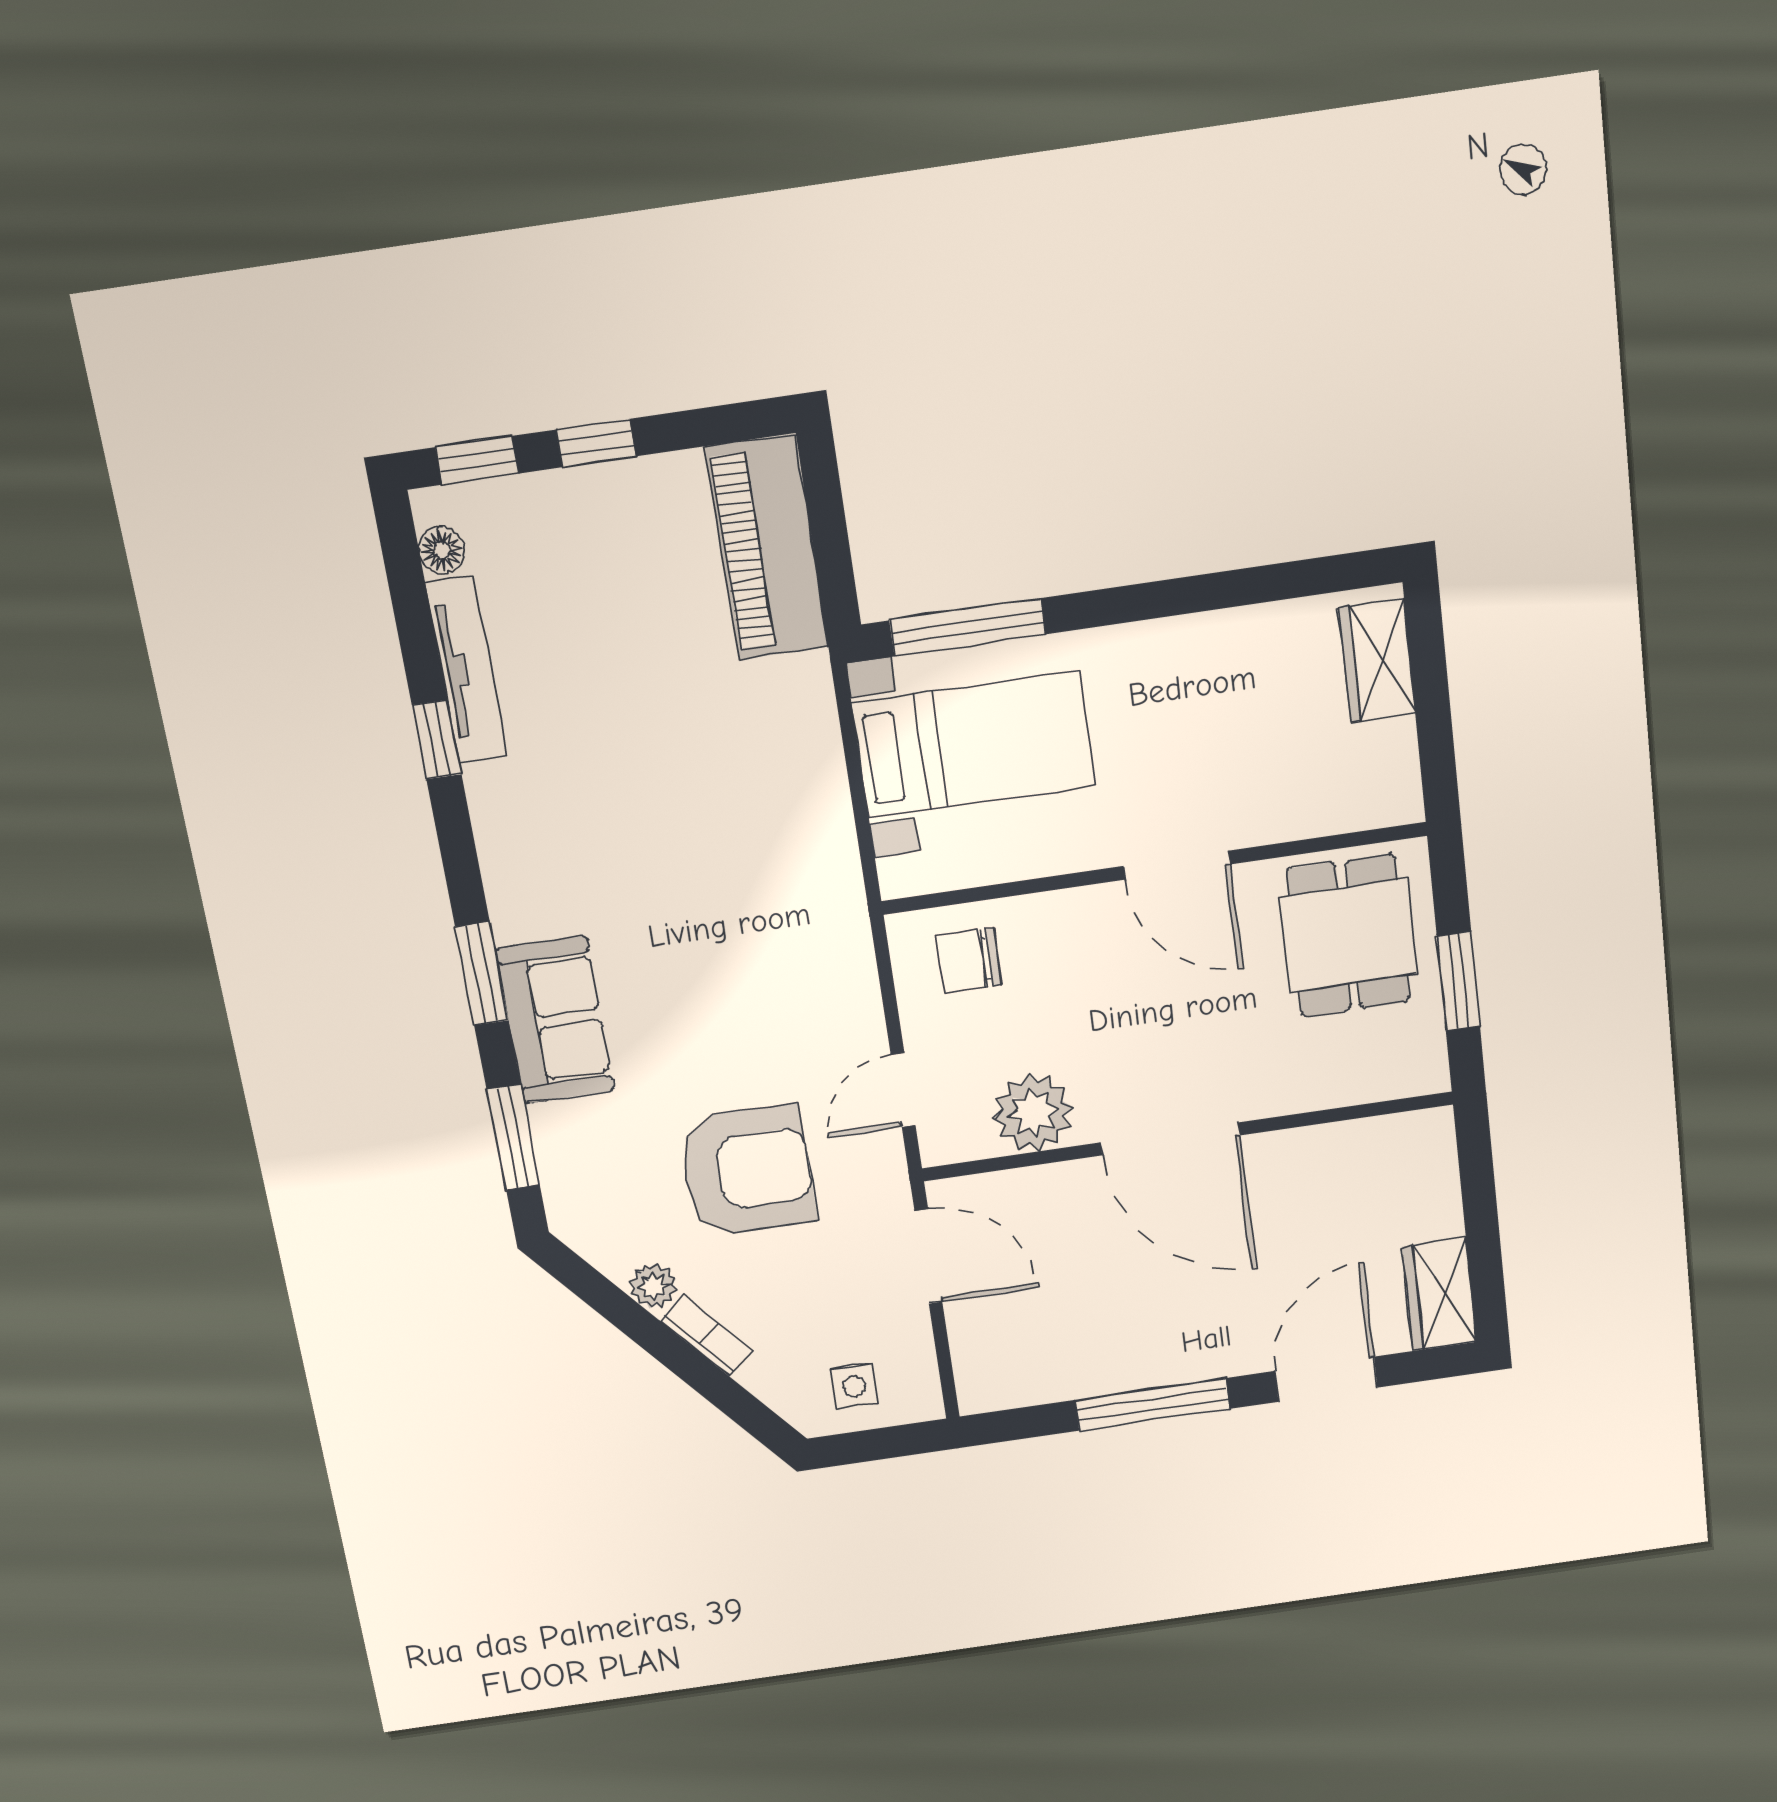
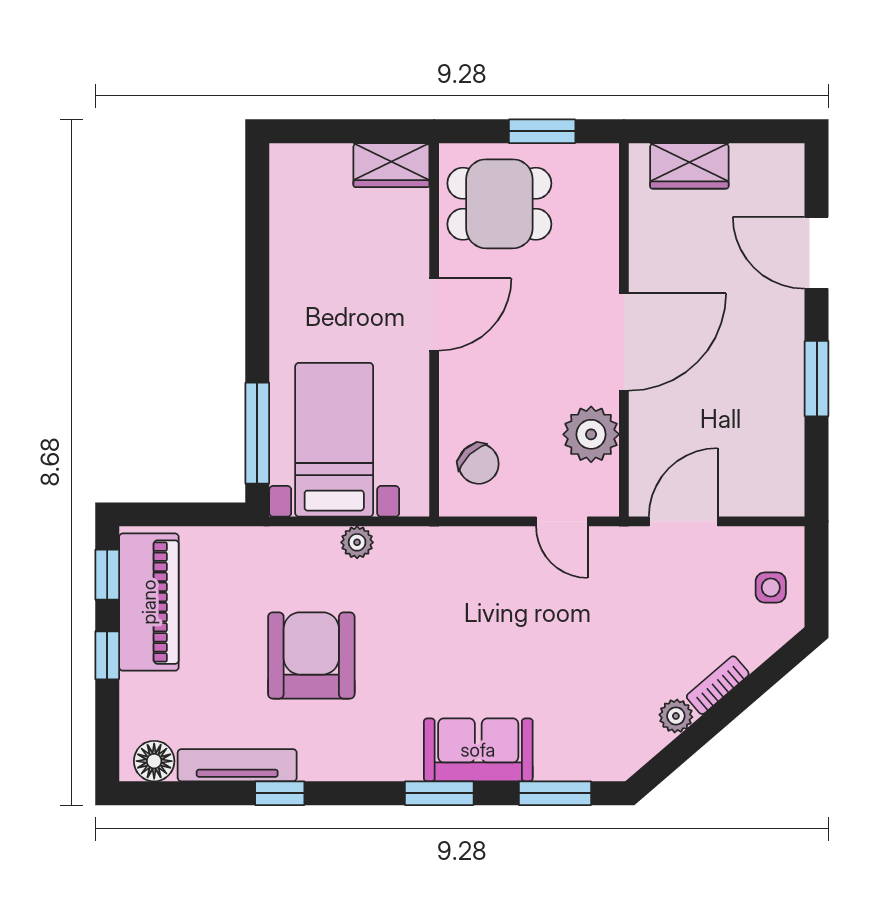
window: (477, 460) -> (107, 575), moved
piano: (767, 548) -> (149, 602), moved, turned -90
floor lamp: (442, 550) -> (154, 761), width x1.37, depth x1.37
wardrobe: (1377, 661) -> (391, 165), moved
plant: (828, 801) -> (357, 542), added
chair: (969, 961) -> (479, 464), turned -44
armchair: (747, 1171) -> (311, 656), moved
wardrobe: (1439, 1295) -> (689, 166), moved
window: (1152, 1404) -> (817, 379), width x0.69

